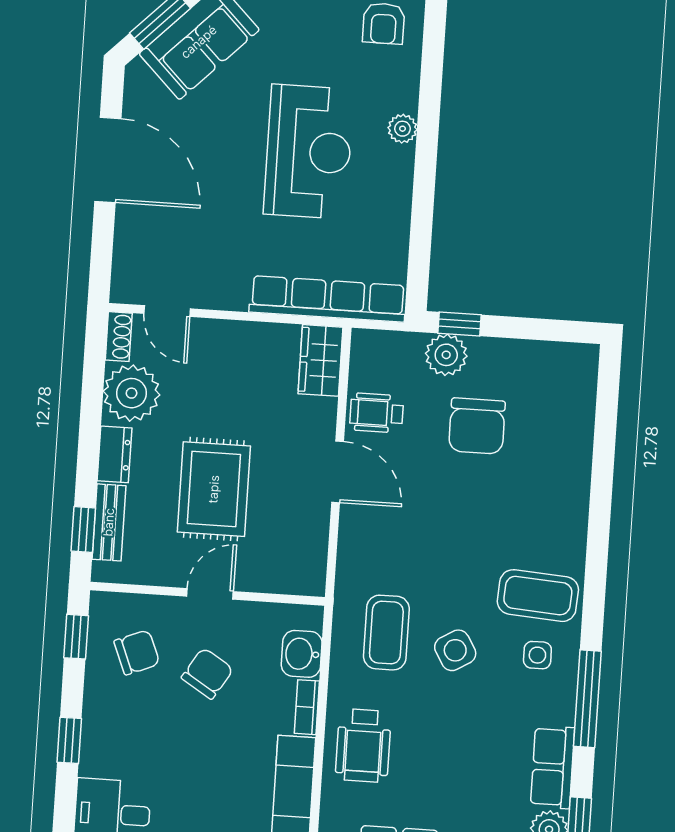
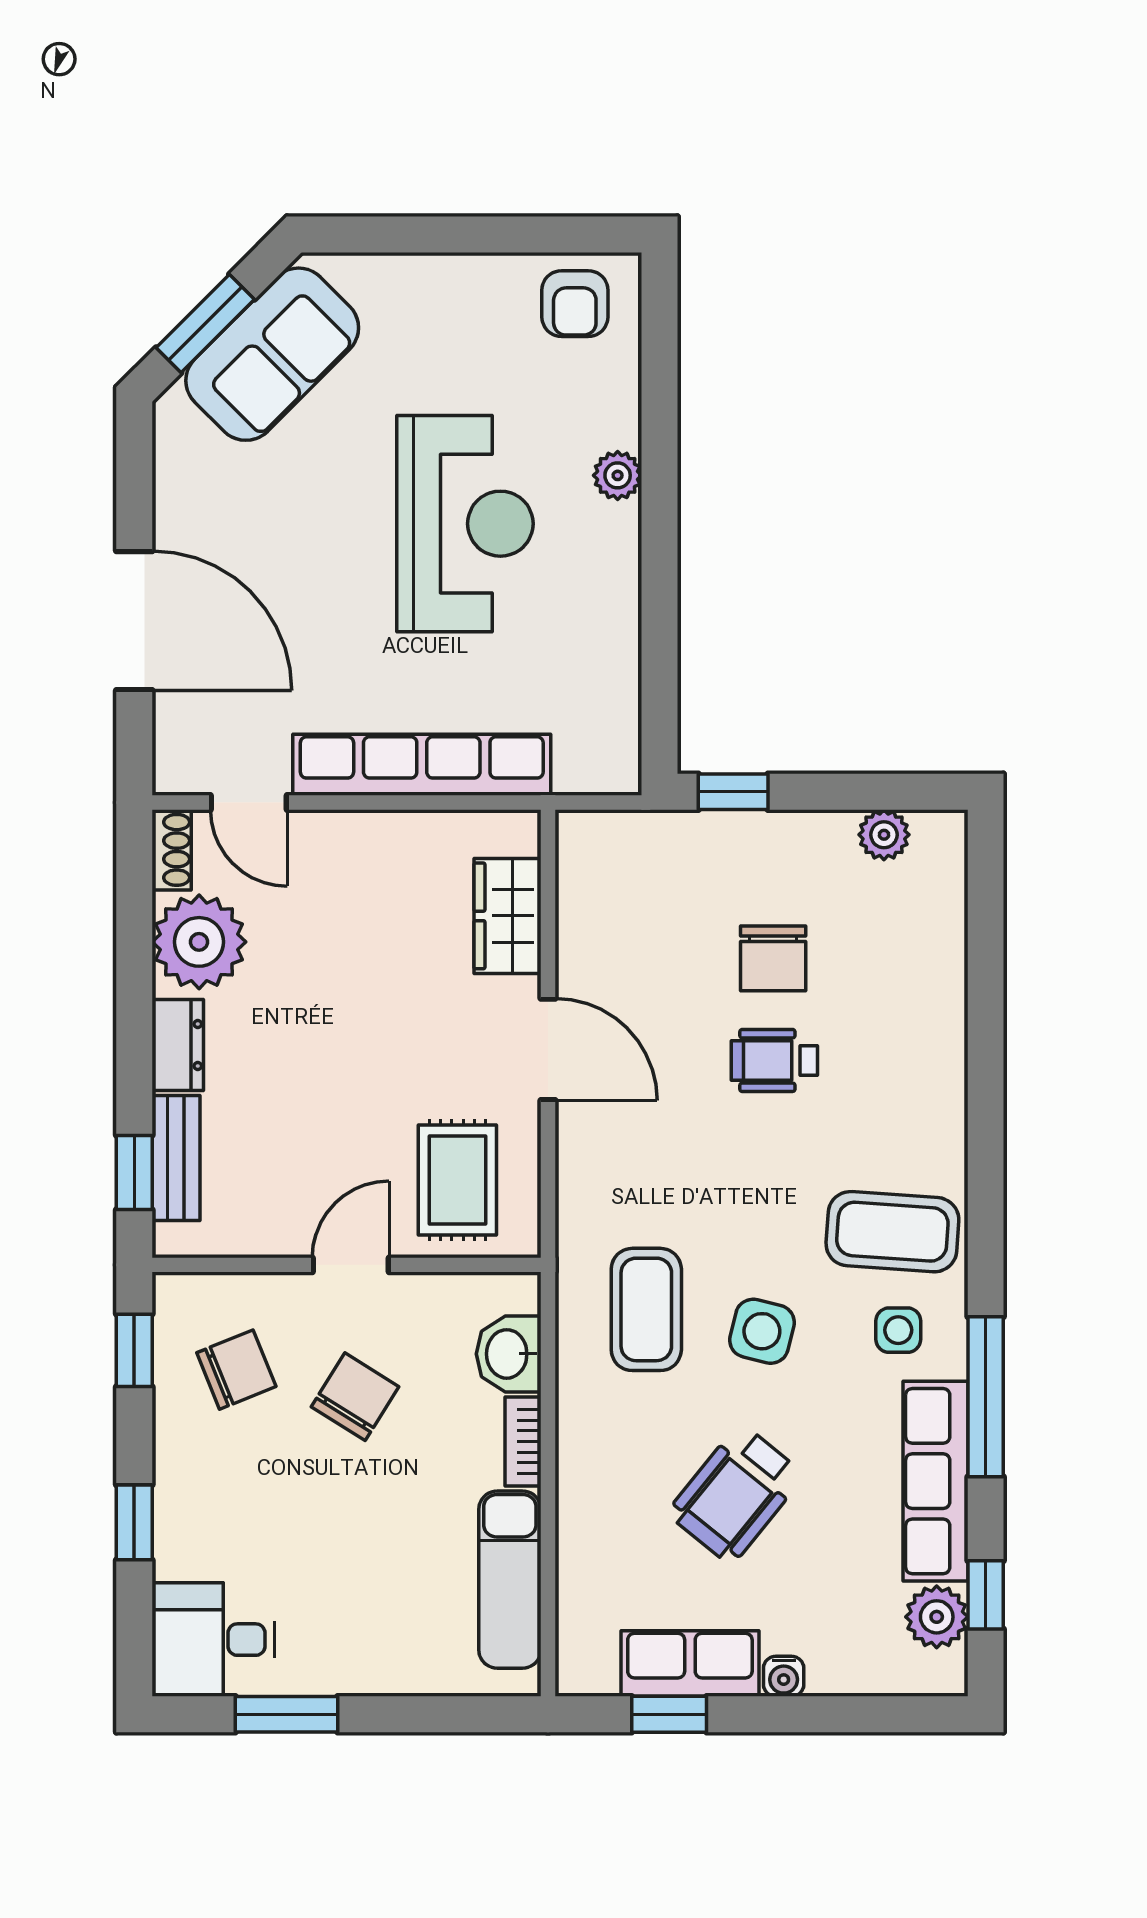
door: (108, 160) -> (134, 621), moved
row of seats: (328, 299) -> (422, 765), moved
plant: (446, 355) -> (884, 835), moved, width x0.73, depth x0.73
wardrobe: (320, 360) -> (508, 916), moved
wheelchair: (377, 413) -> (774, 1060), moved
chair: (477, 426) -> (773, 958), width x0.73, depth x0.73
rug: (214, 489) -> (457, 1180), moved, width x0.73, depth x0.70
side table: (455, 650) -> (762, 1331), turned 45
wheelchair: (363, 746) -> (736, 1494), moved, turned 39
row of seats: (553, 767) -> (935, 1481), width x1.48

